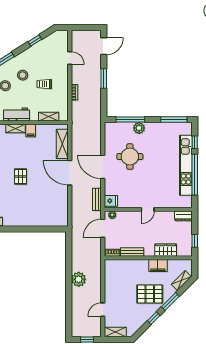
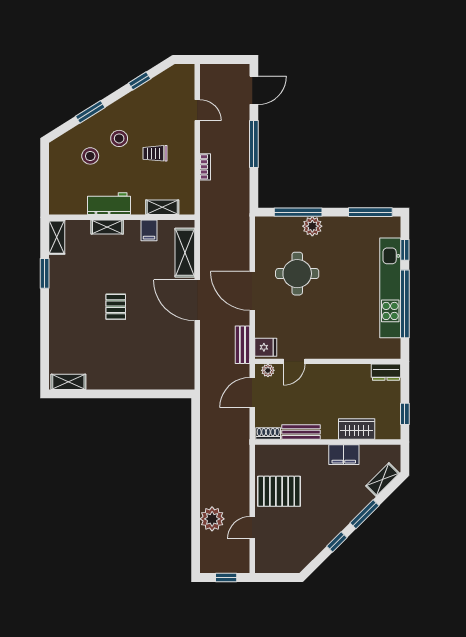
window: (104, 78) -> (254, 144), width x1.44
filing cabinet: (31, 130) -> (149, 230), moved
door: (148, 209) -> (294, 361), moved
plant: (79, 279) -> (212, 519), moved
pallet: (150, 294) -> (279, 491), moved
shelving: (115, 332) -> (273, 565), removed

